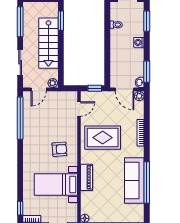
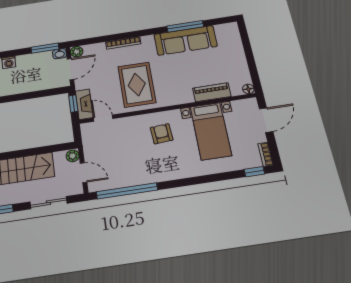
fireplace: (93, 96) -> (84, 104), added
piano: (87, 177) -> (212, 92), moved
window: (147, 182) -> (185, 26), width x0.68

